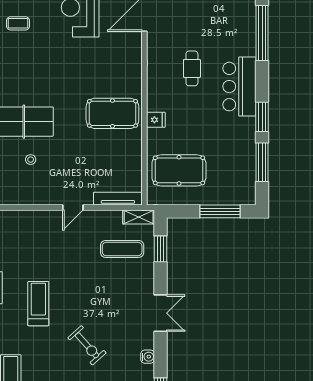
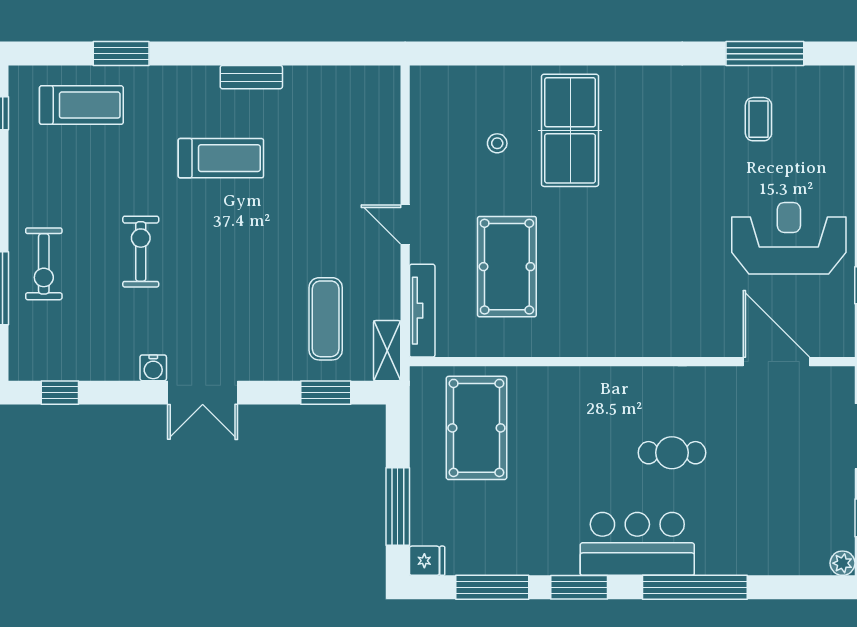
window: (262, 33) -> (695, 587), moved
pool table: (112, 113) -> (507, 267), moved
fridge: (156, 120) -> (427, 561), moved, turned -90
exercise bike: (87, 345) -> (141, 252), turned 132
water cooler: (148, 357) -> (153, 368), moved

